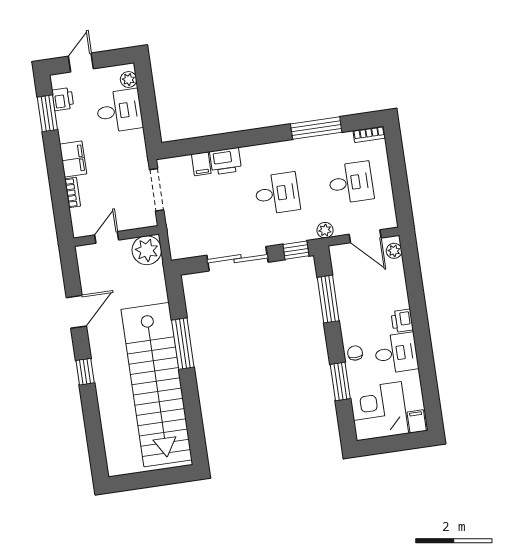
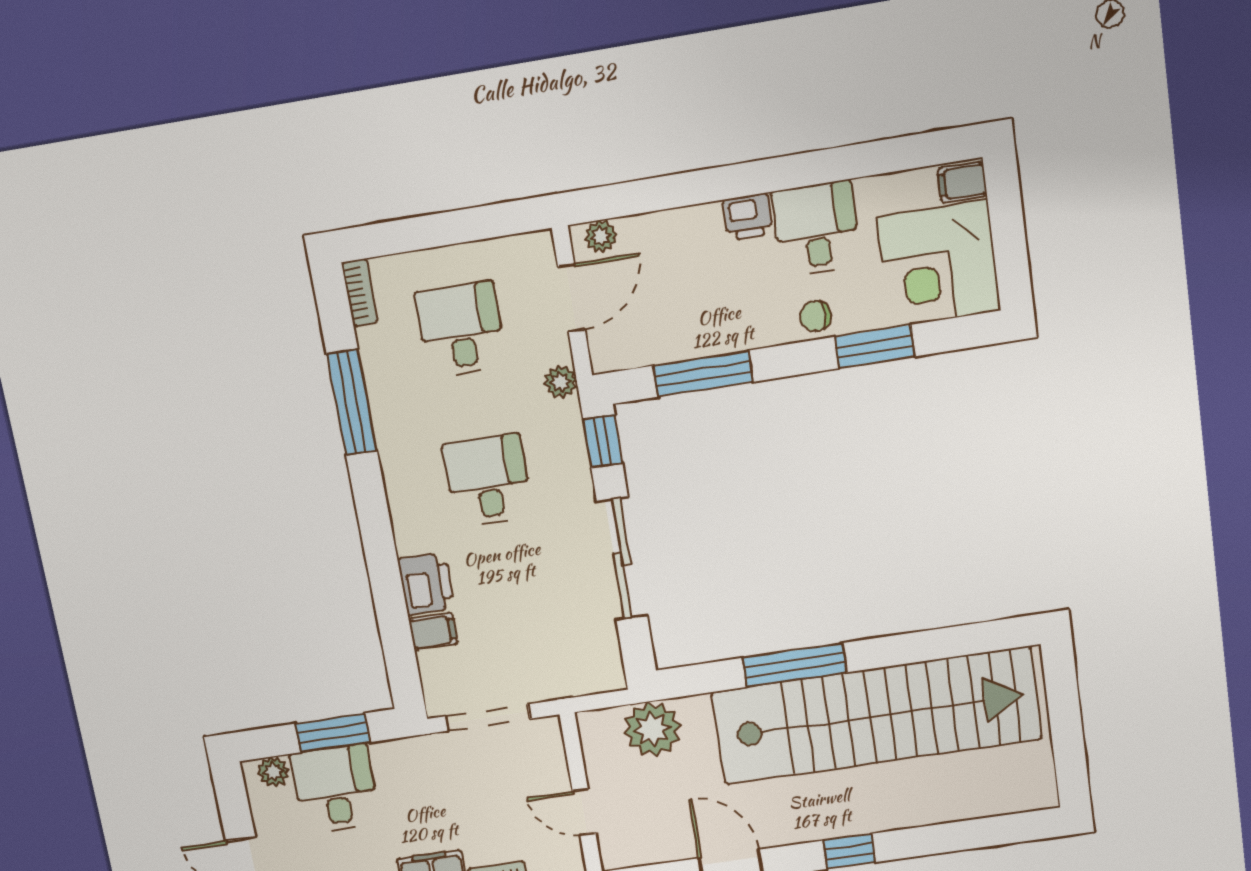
window: (149, 111) -> (333, 733), added
plant: (147, 250) -> (652, 729), moved

